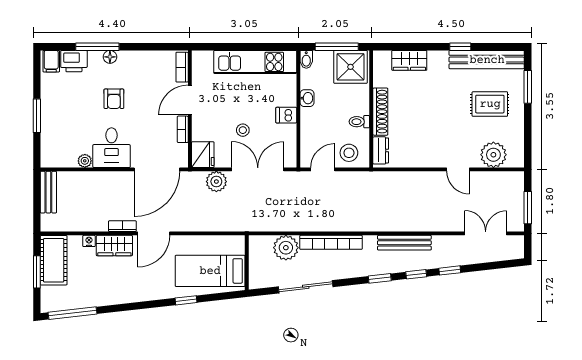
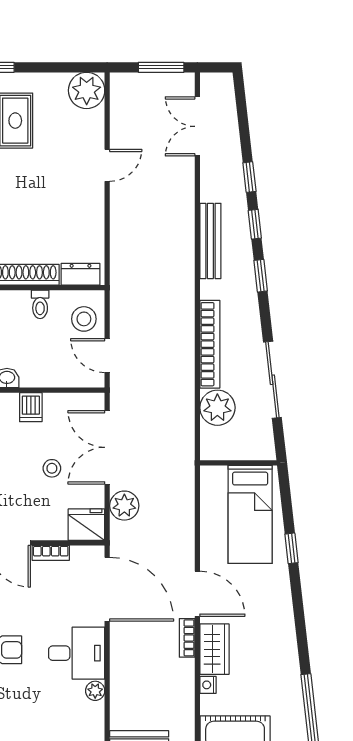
plant: (493, 155) -> (87, 90), moved

